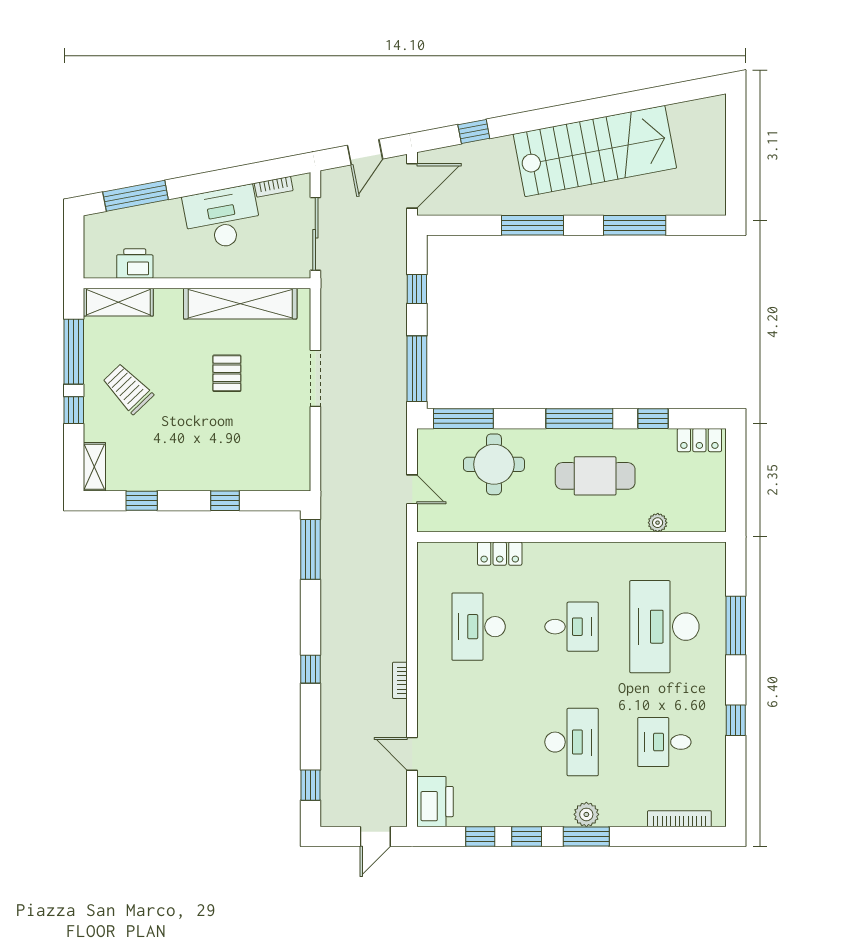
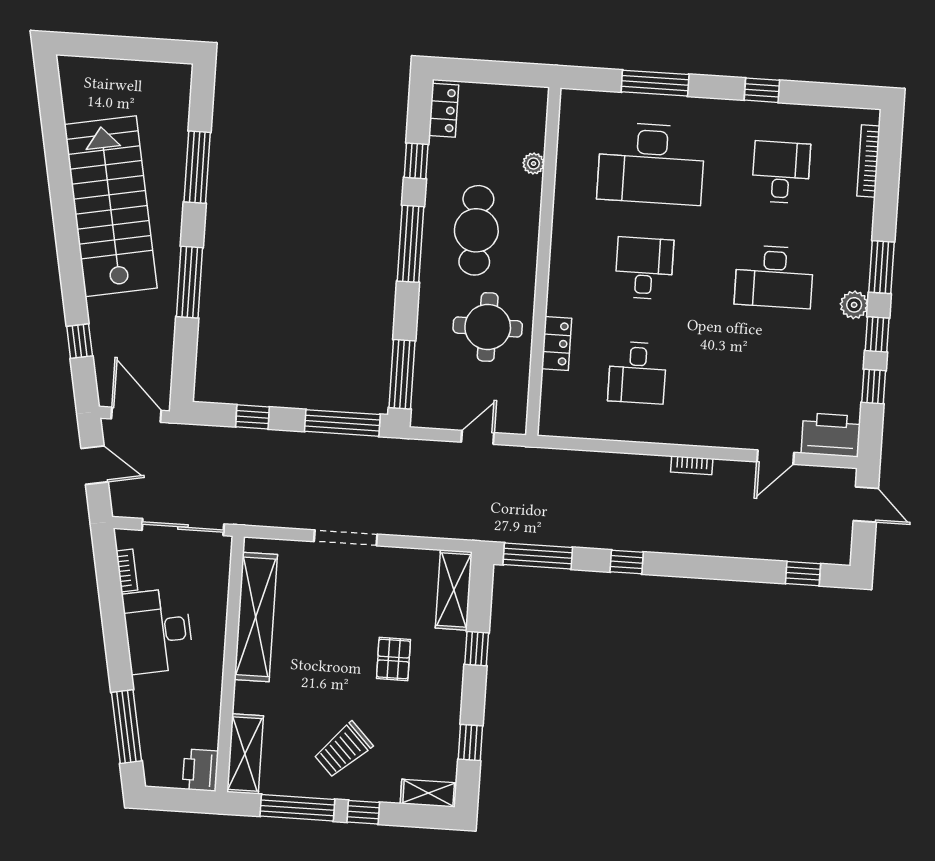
printer: (135, 264) -> (200, 770), moved
pallet: (227, 373) -> (393, 659), moved, turned 90
round table: (494, 464) -> (488, 327), moved
shelving: (276, 477) -> (454, 590), added
desk: (479, 627) -> (637, 373), width x0.73
window: (311, 669) -> (627, 562), moved
desk: (571, 742) -> (774, 277), turned 180
desk: (664, 742) -> (781, 172), turned 180
plant: (586, 814) -> (854, 305), moved

